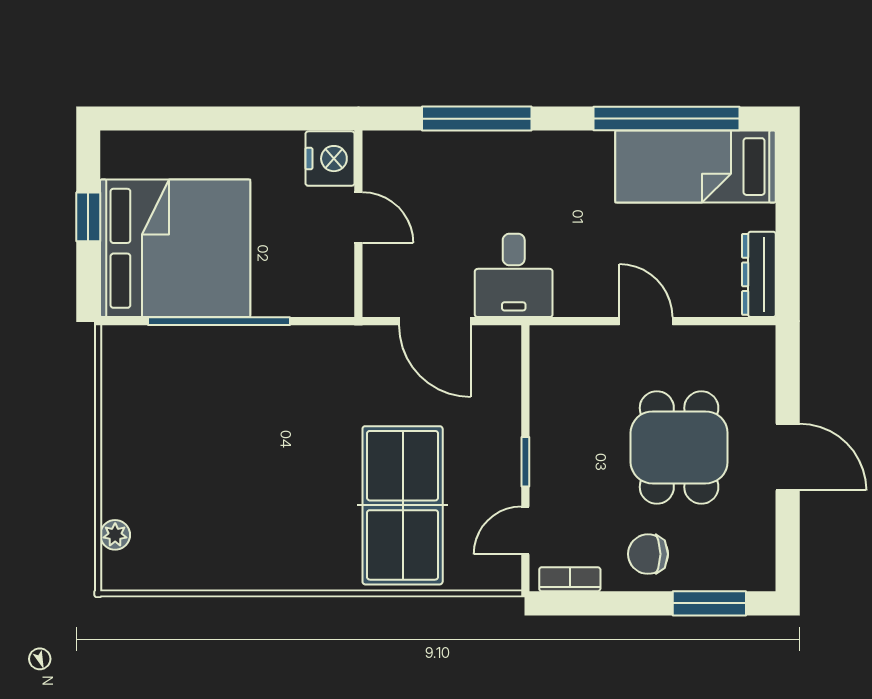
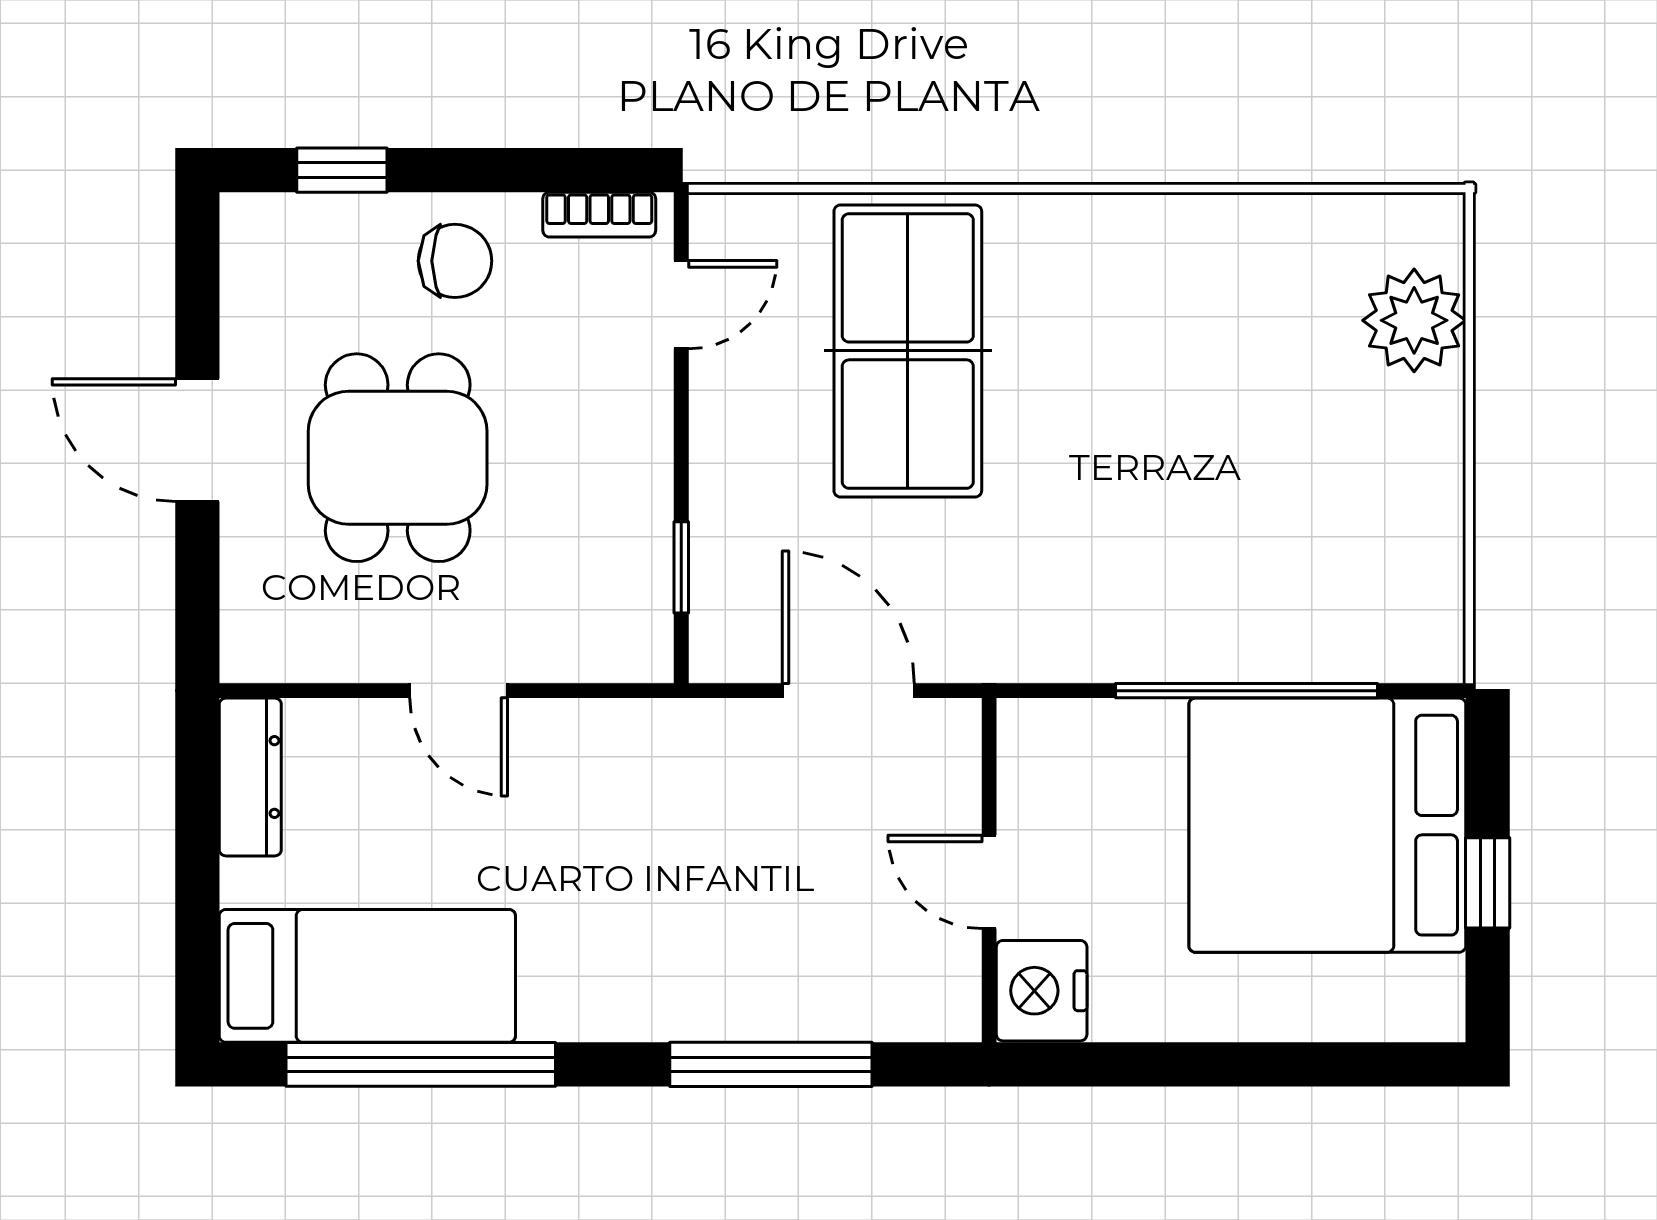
desk: (514, 275) -> (703, 775), removed
window: (525, 462) -> (681, 567), moved
plant: (115, 535) -> (1414, 320), width x1.88, depth x1.88
window: (709, 603) -> (342, 170), width x0.67

